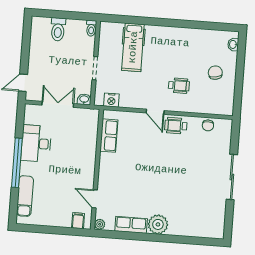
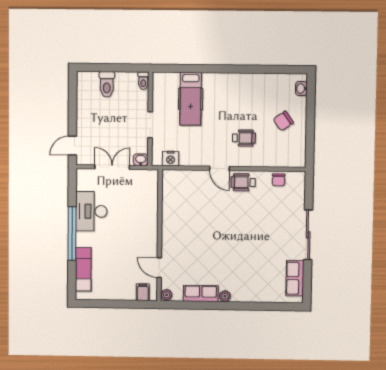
chair: (215, 73) -> (283, 121), turned -114
row of seats: (109, 136) -> (295, 278), moved, turned 180
plant: (158, 224) -> (225, 296), width x0.53, depth x0.53

